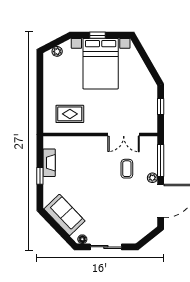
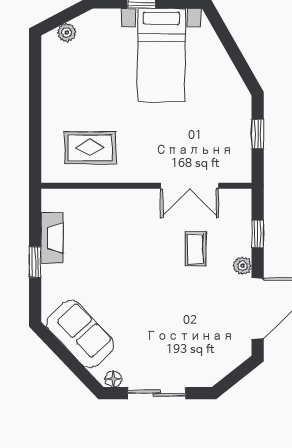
bed with nightstands: (101, 64) -> (161, 55), width x0.73
window: (161, 161) -> (258, 234), width x0.46

